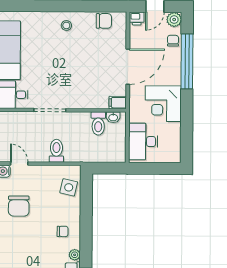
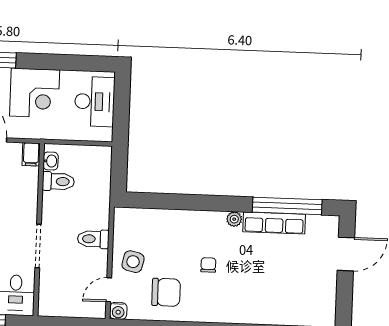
desk: (143, 142) -> (95, 102), moved, turned -90
side table: (69, 187) -> (133, 262), moved
chair: (63, 231) -> (208, 265), moved

